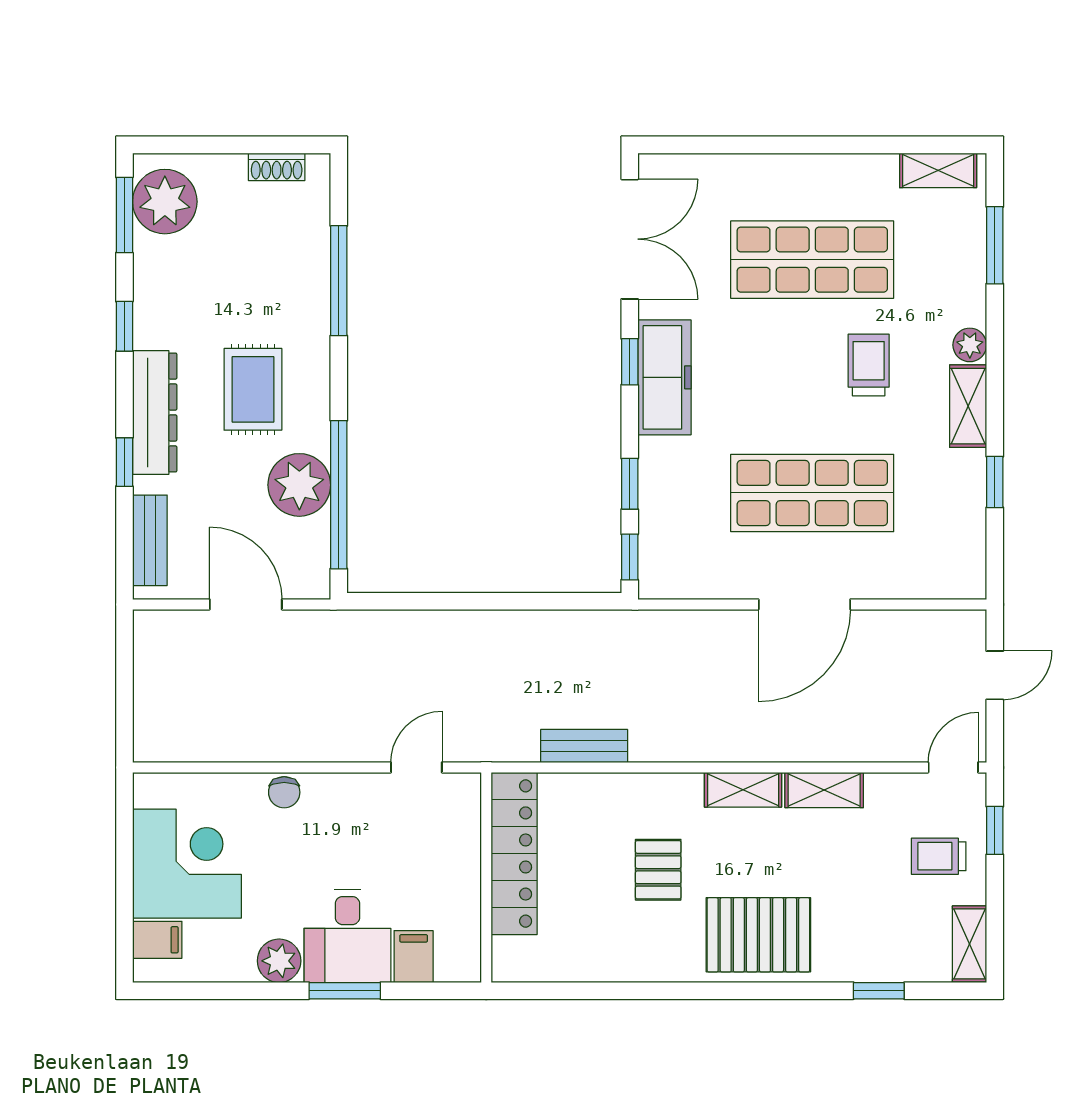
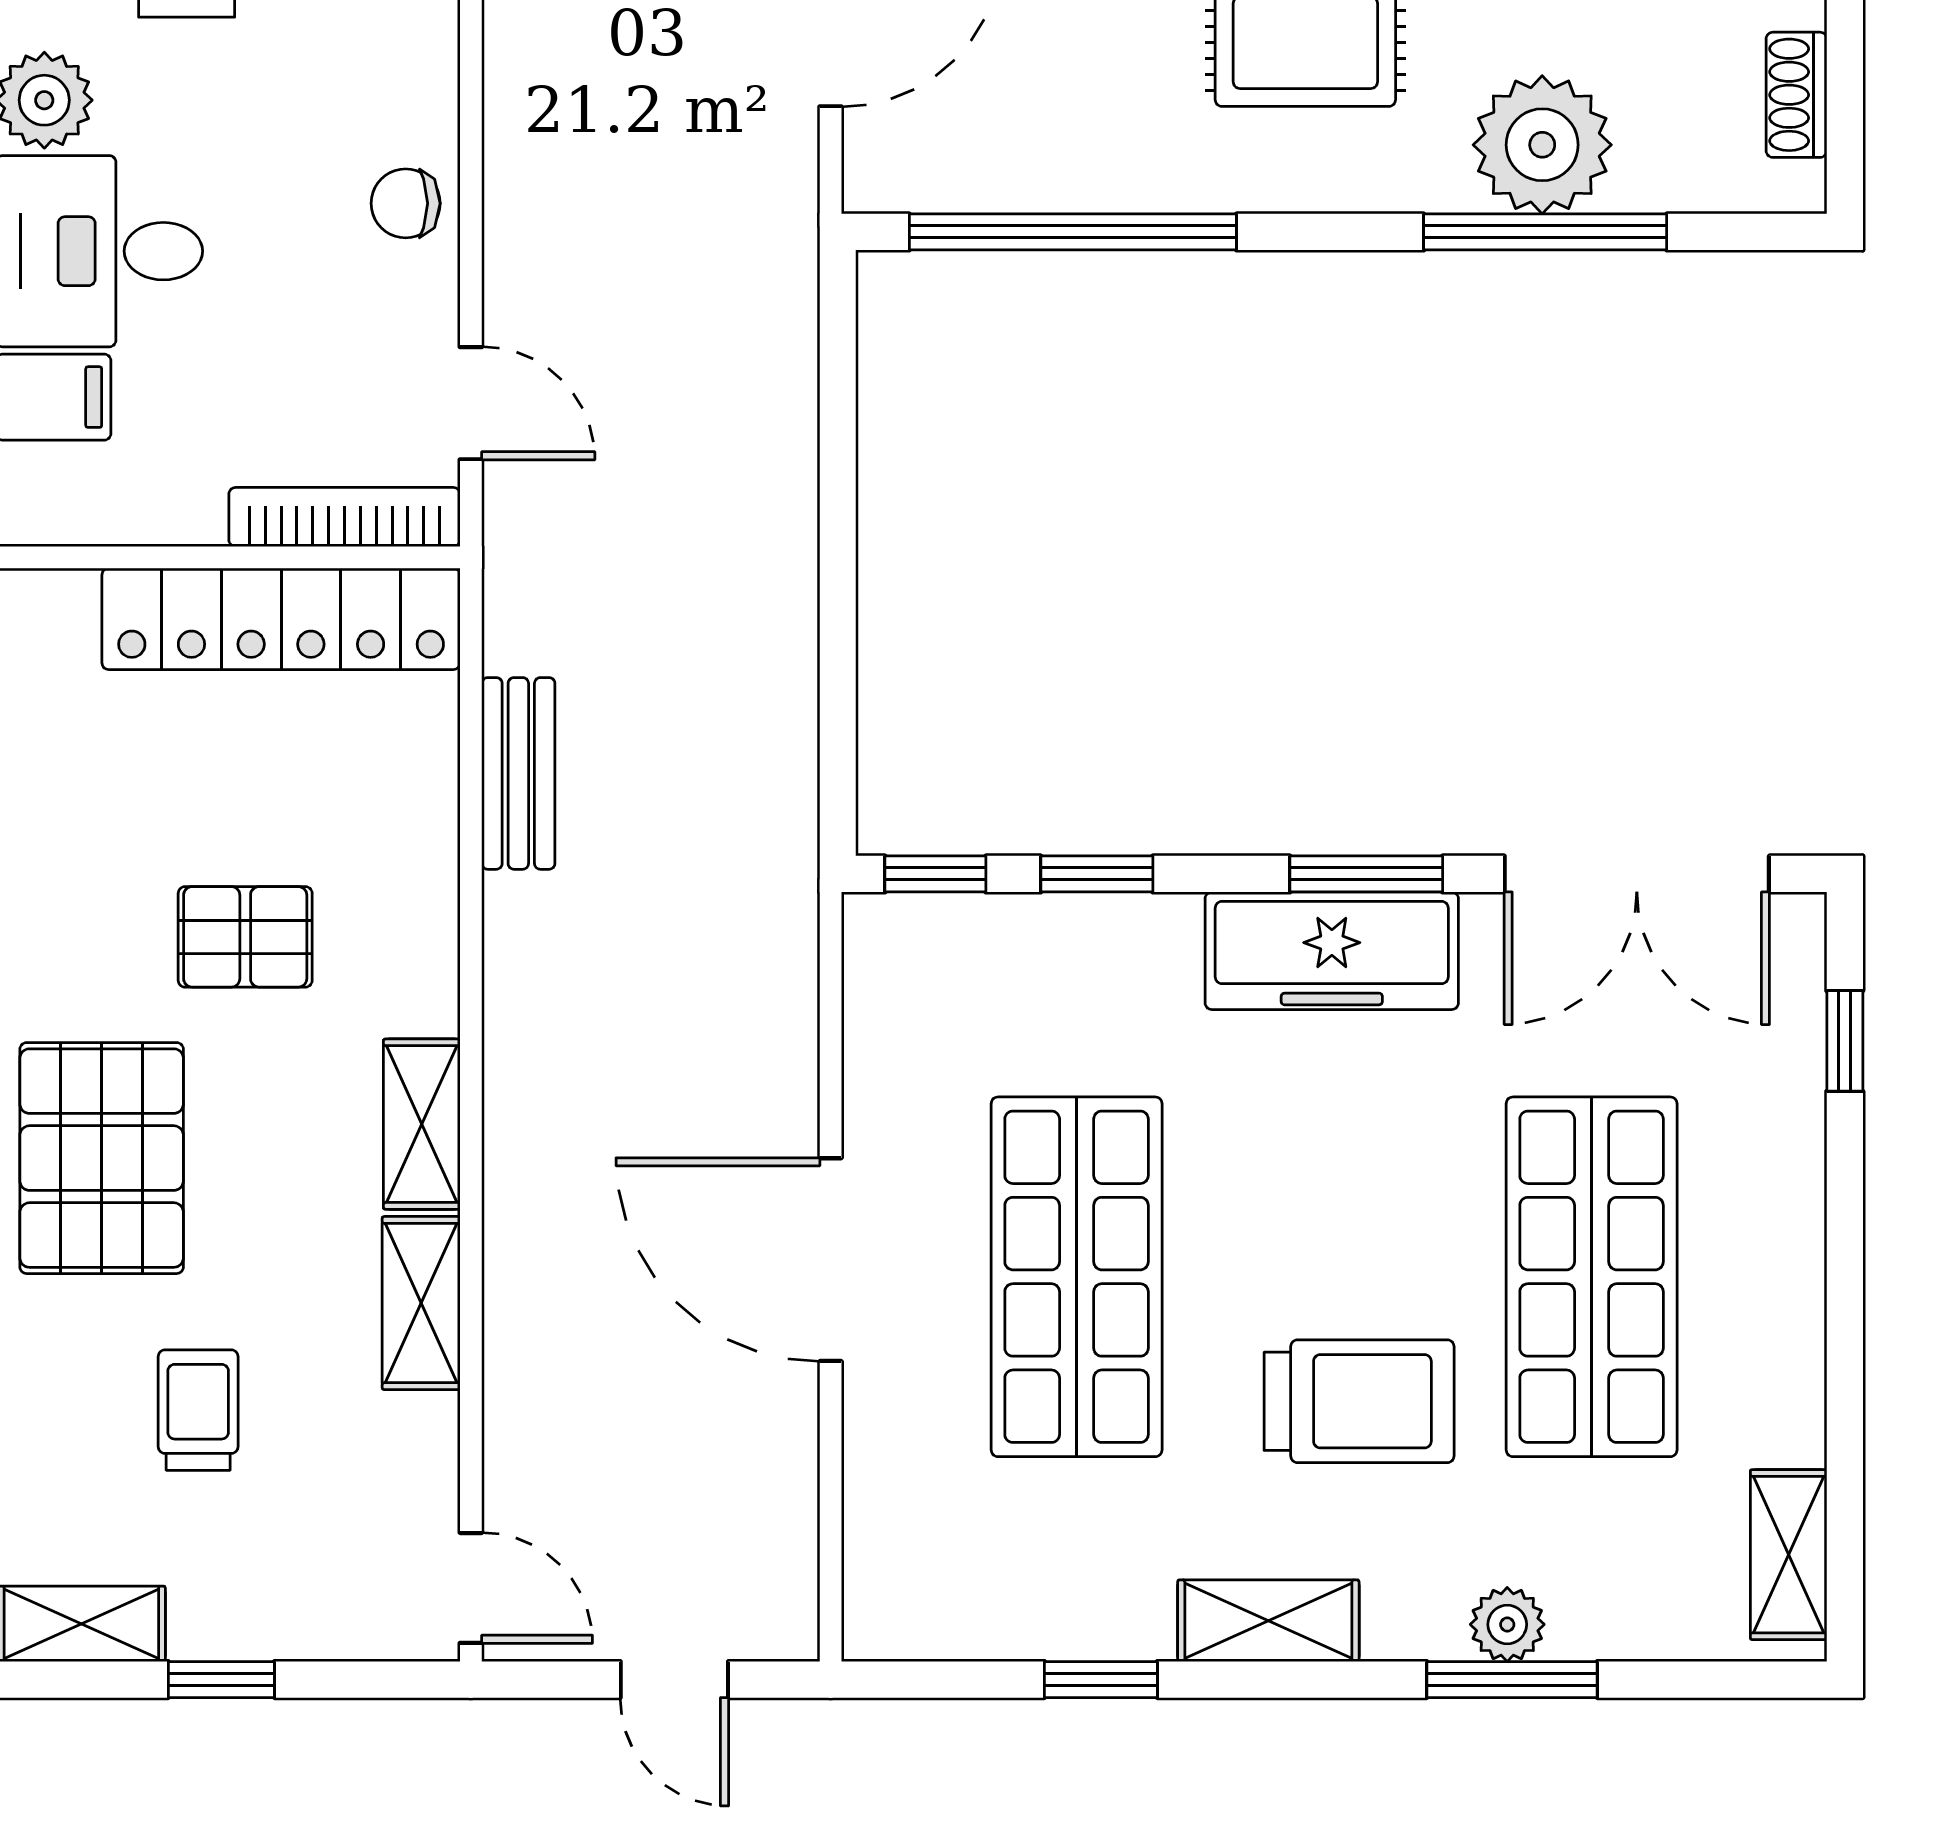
window: (705, 145) -> (1845, 1041), added
window: (995, 245) -> (1512, 1680), moved
plant: (970, 345) -> (1507, 1624), moved
window: (630, 362) -> (1366, 874), width x1.50
trolley: (869, 365) -> (1359, 1401), width x1.36, depth x1.39
plant: (299, 485) -> (1542, 145), moved
chair: (284, 792) -> (406, 203), moved
bookcase: (468, 825) -> (344, 517), added
window: (995, 830) -> (221, 1680), moved
trolley: (939, 856) -> (198, 1410), moved

